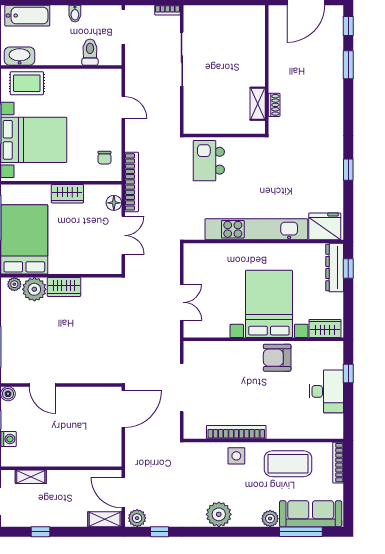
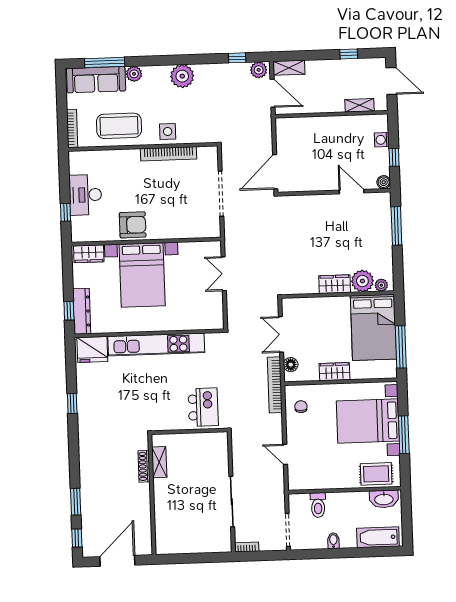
shoe rack: (274, 105) -> (144, 466), width x1.43

